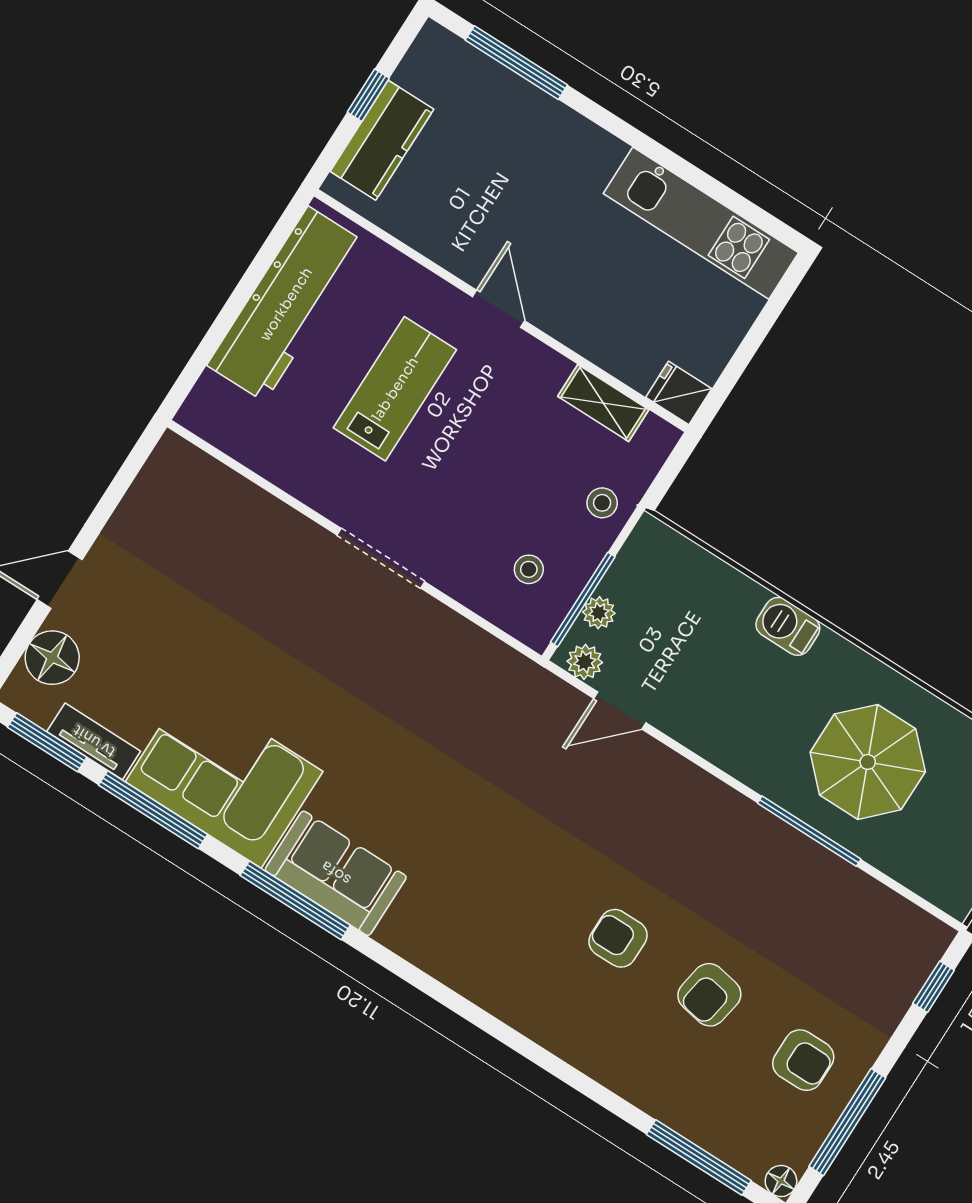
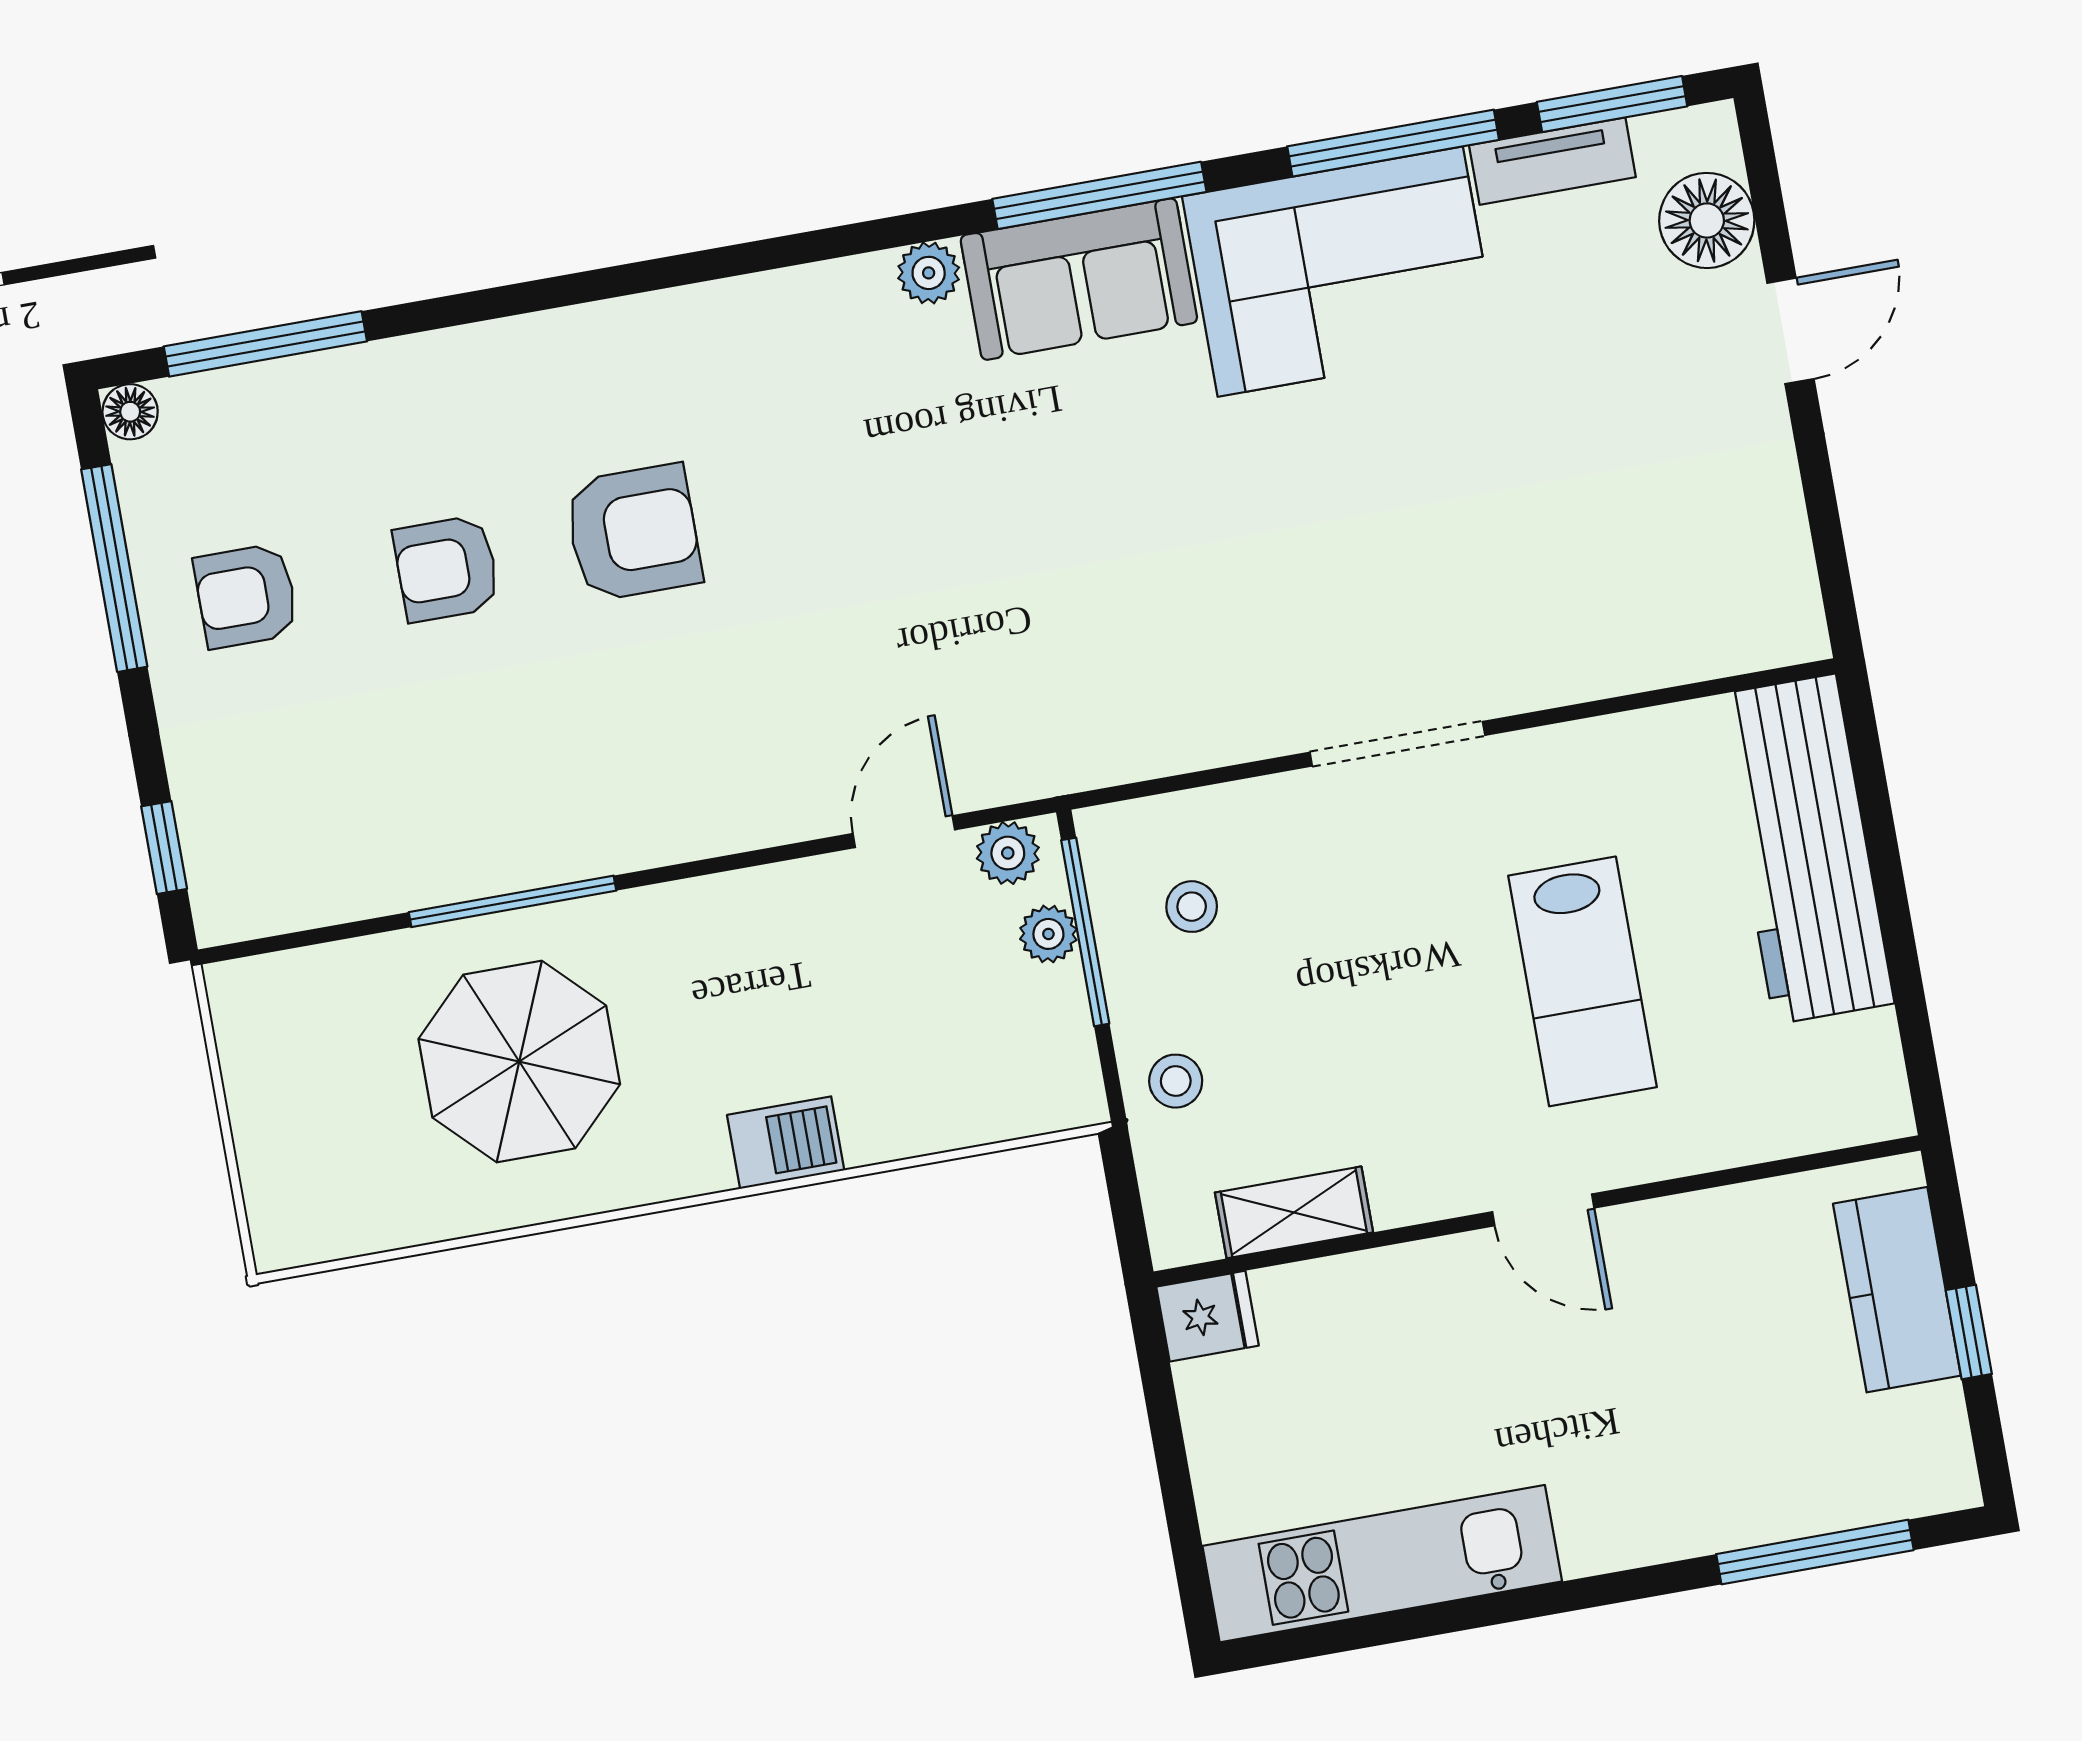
workbench: (286, 304) -> (1805, 849), moved
plant: (396, 933) -> (929, 273), added
armchair: (618, 938) -> (633, 533), width x1.38, depth x1.38
armchair: (709, 995) -> (447, 569), turned -100

